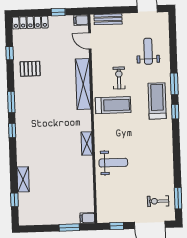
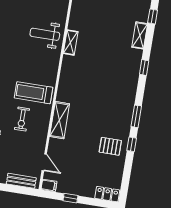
locker: (30, 23) -> (107, 194), width x0.66
window: (10, 53) -> (132, 144), moved
shelving: (83, 84) -> (60, 120), width x0.68
window: (12, 131) -> (144, 67), moved
shelving: (87, 143) -> (71, 43), moved

